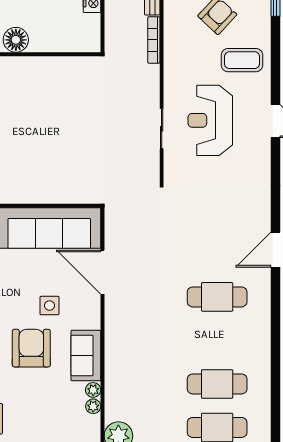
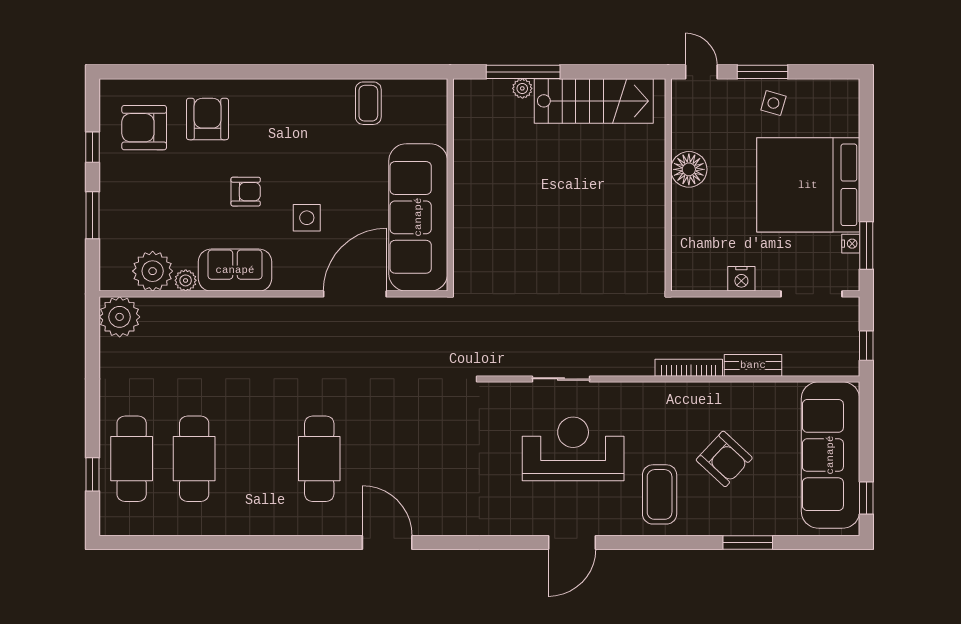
armchair: (31, 348) -> (246, 192), width x0.53, depth x0.53
plant: (93, 406) -> (153, 271), width x1.87, depth x1.87

